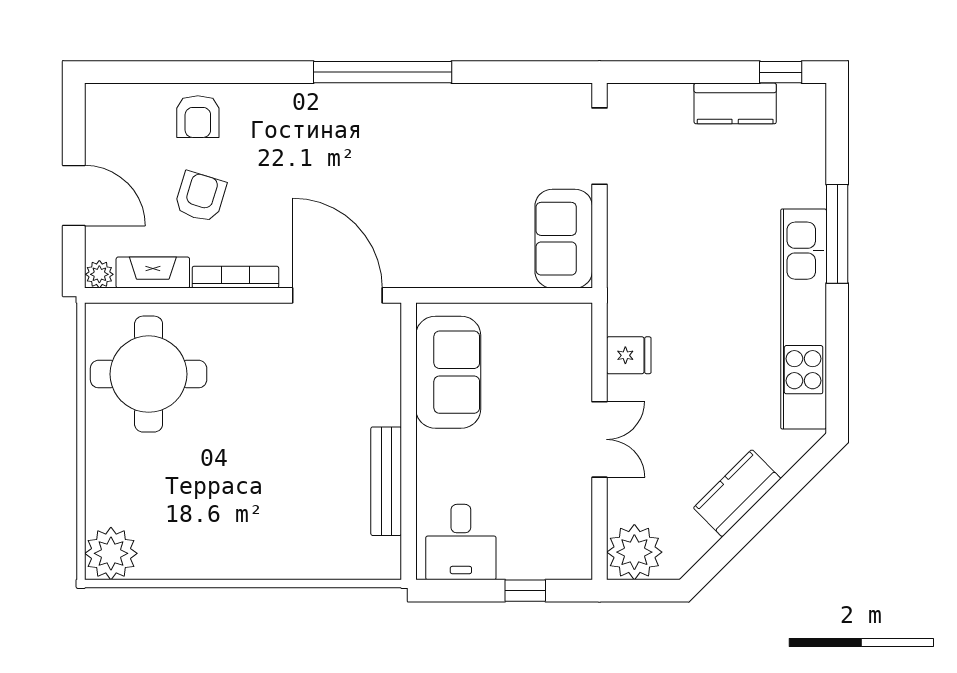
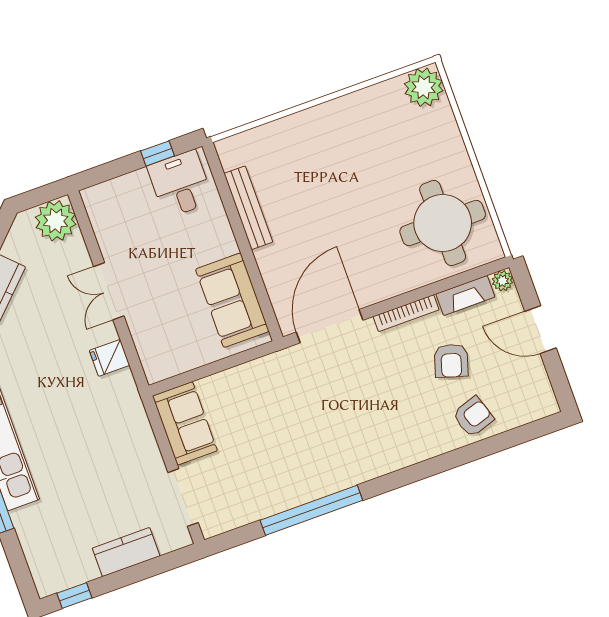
window: (383, 72) -> (311, 510), moved
kitchen counter: (735, 103) -> (126, 552), moved
armchair: (198, 117) -> (473, 417), turned 72
door: (337, 295) -> (330, 326), swing flipped
window: (525, 591) -> (158, 153), moved

